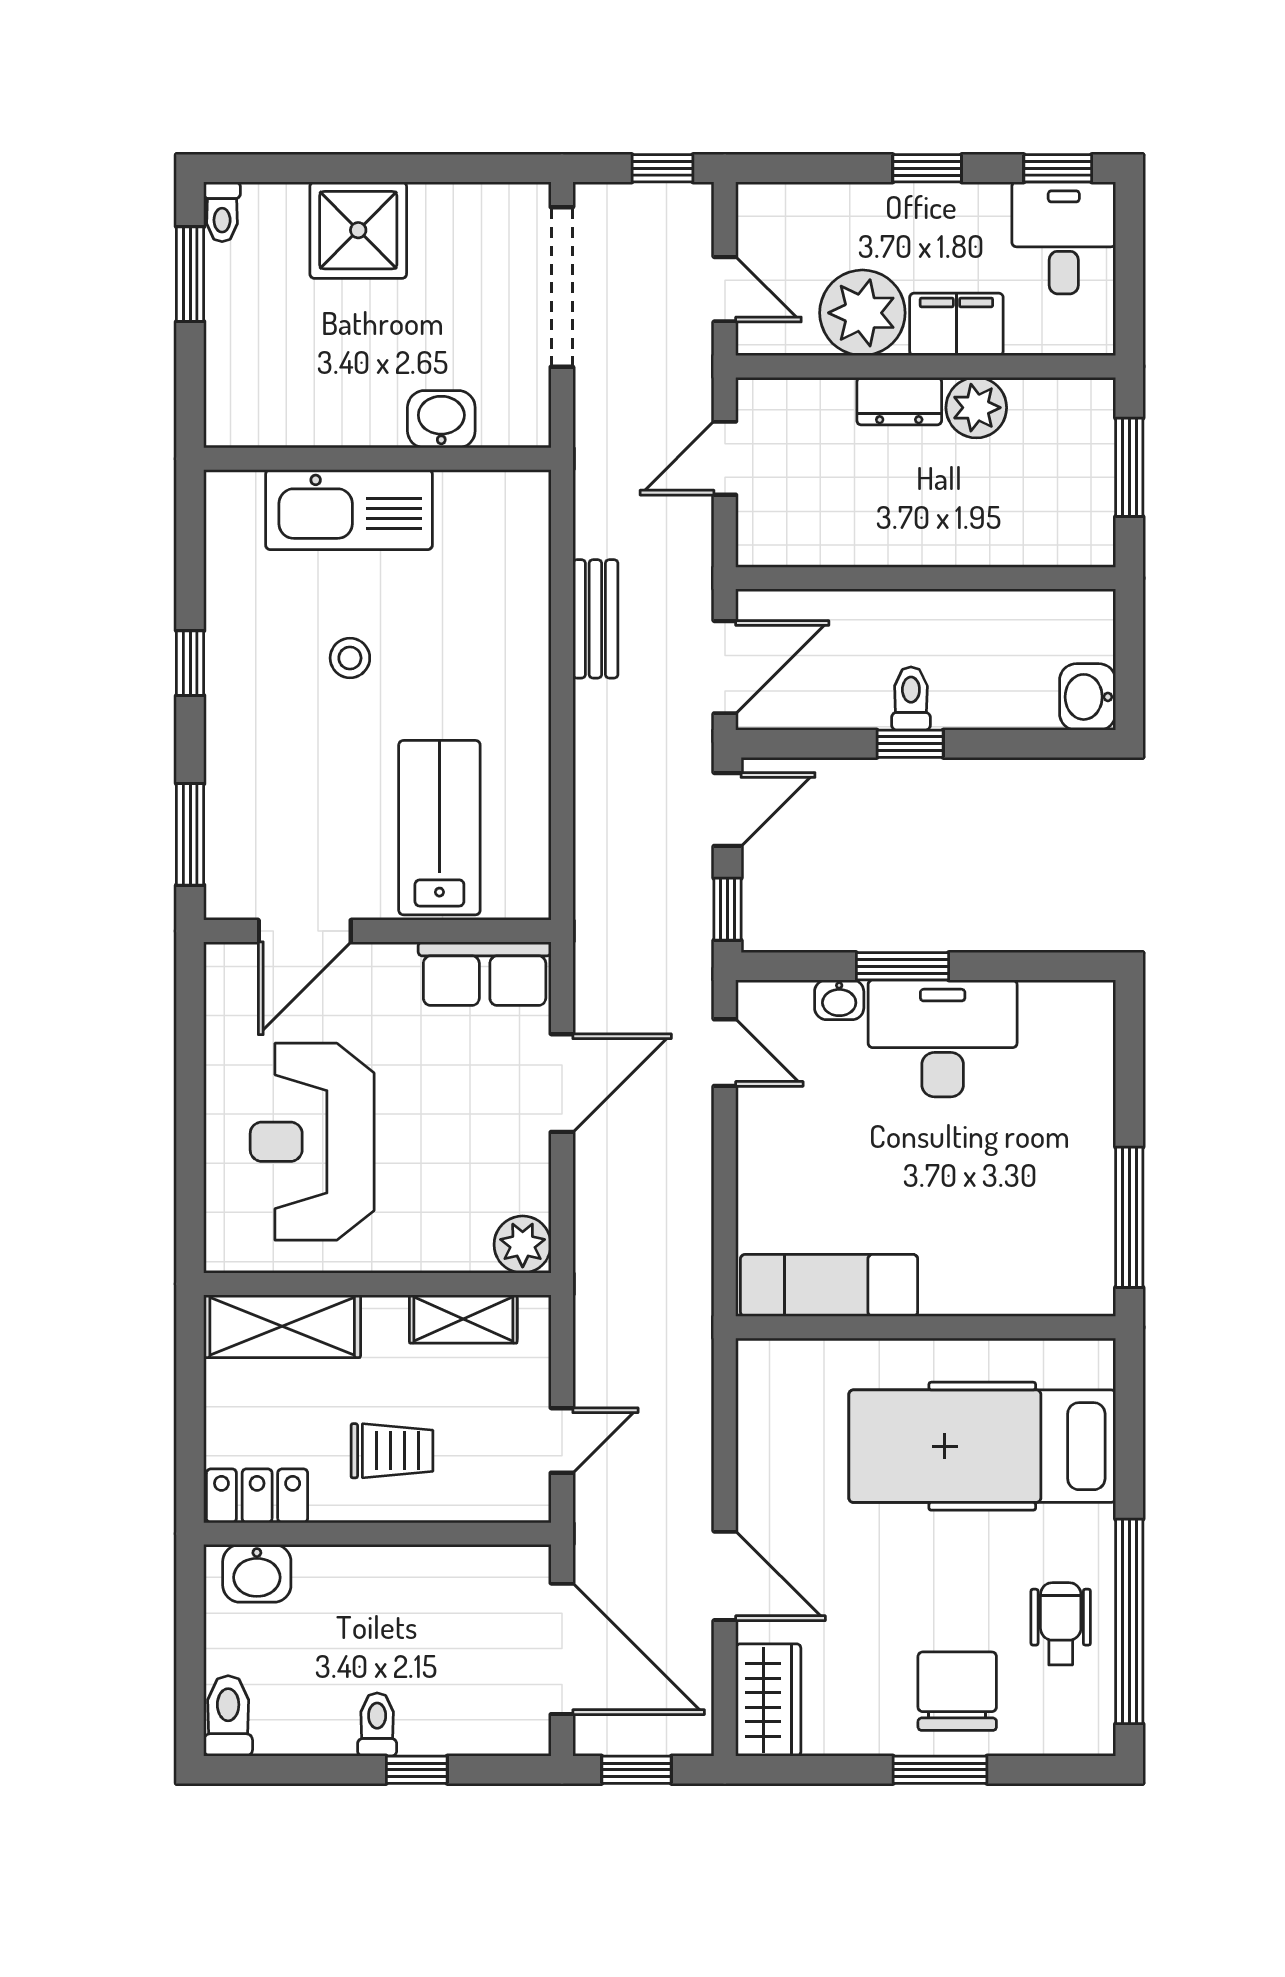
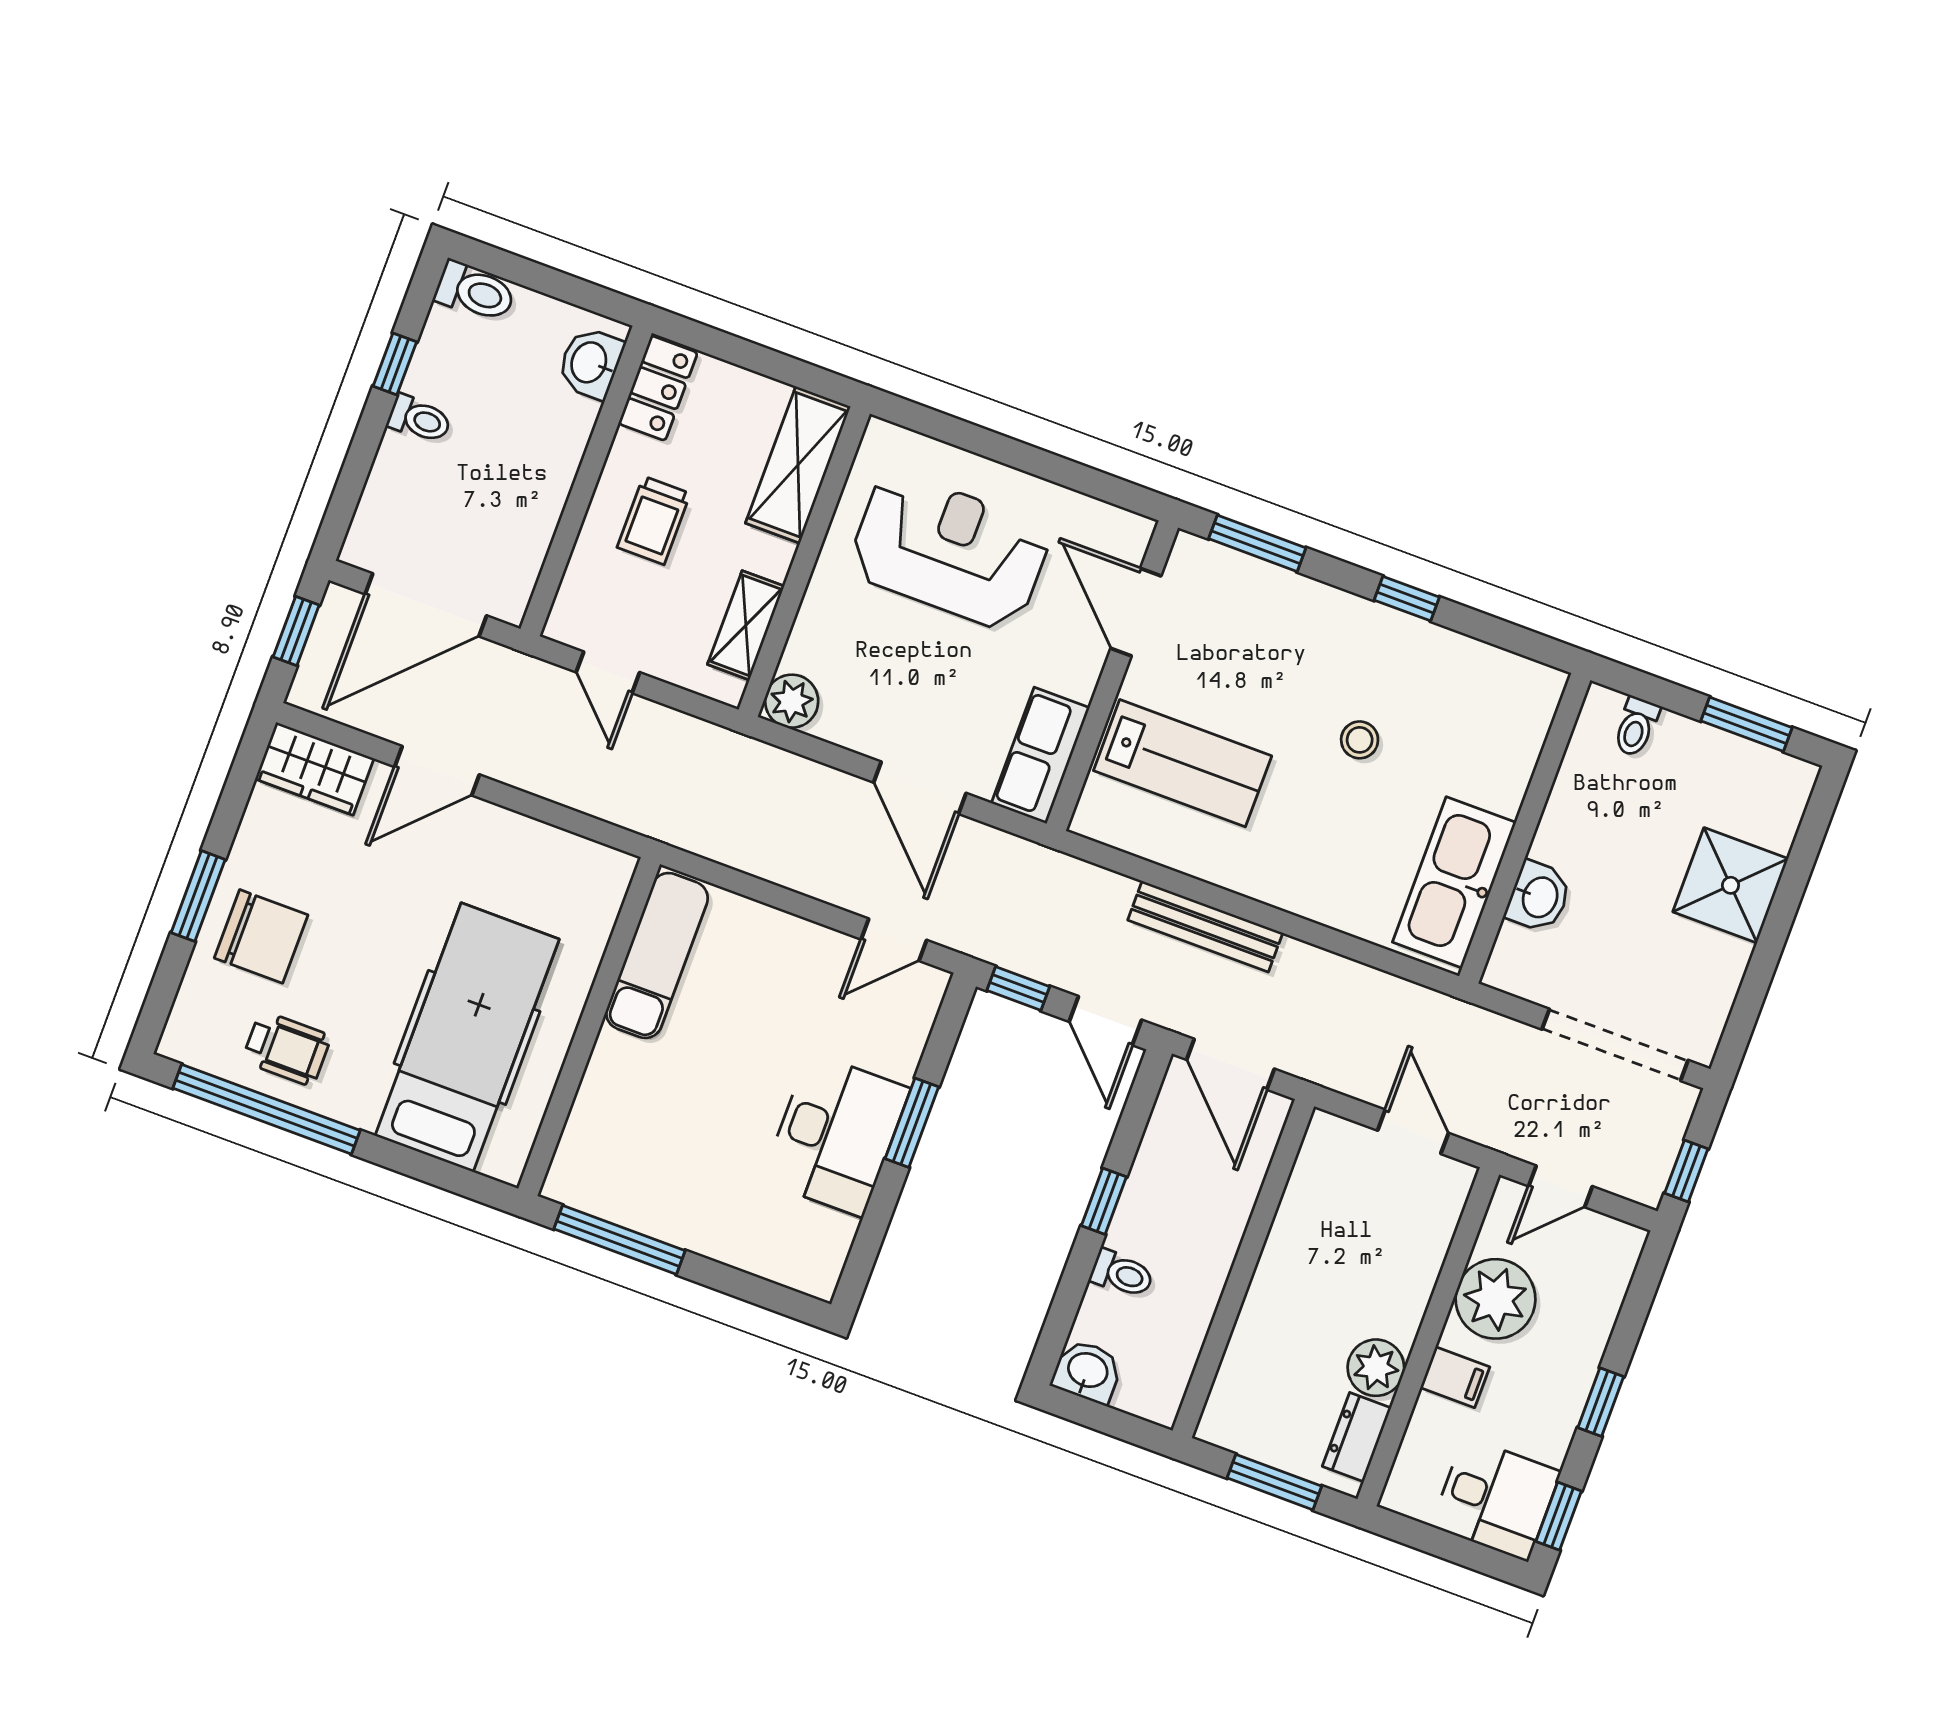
toilet: (222, 212) -> (1636, 727), moved, turned -90
filing cabinet: (956, 324) -> (1455, 1377), width x0.50
dresser: (899, 401) -> (1357, 1437), moved
kitchen sink: (349, 510) -> (1454, 882), moved
bench: (595, 619) -> (1205, 926), moved, width x1.36
toilet: (911, 698) -> (1122, 1274), moved
washbasin: (839, 1000) -> (903, 1057), removed
window: (417, 1770) -> (395, 364), moved

